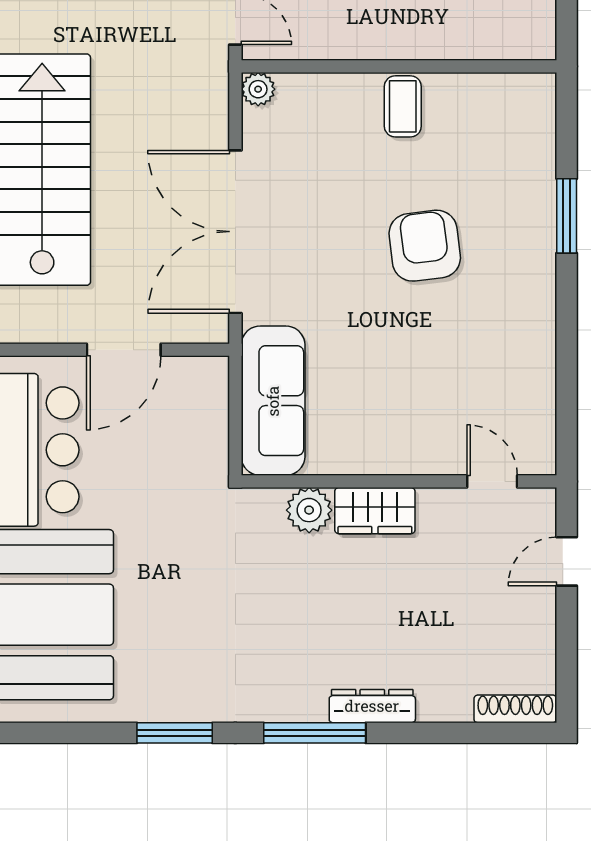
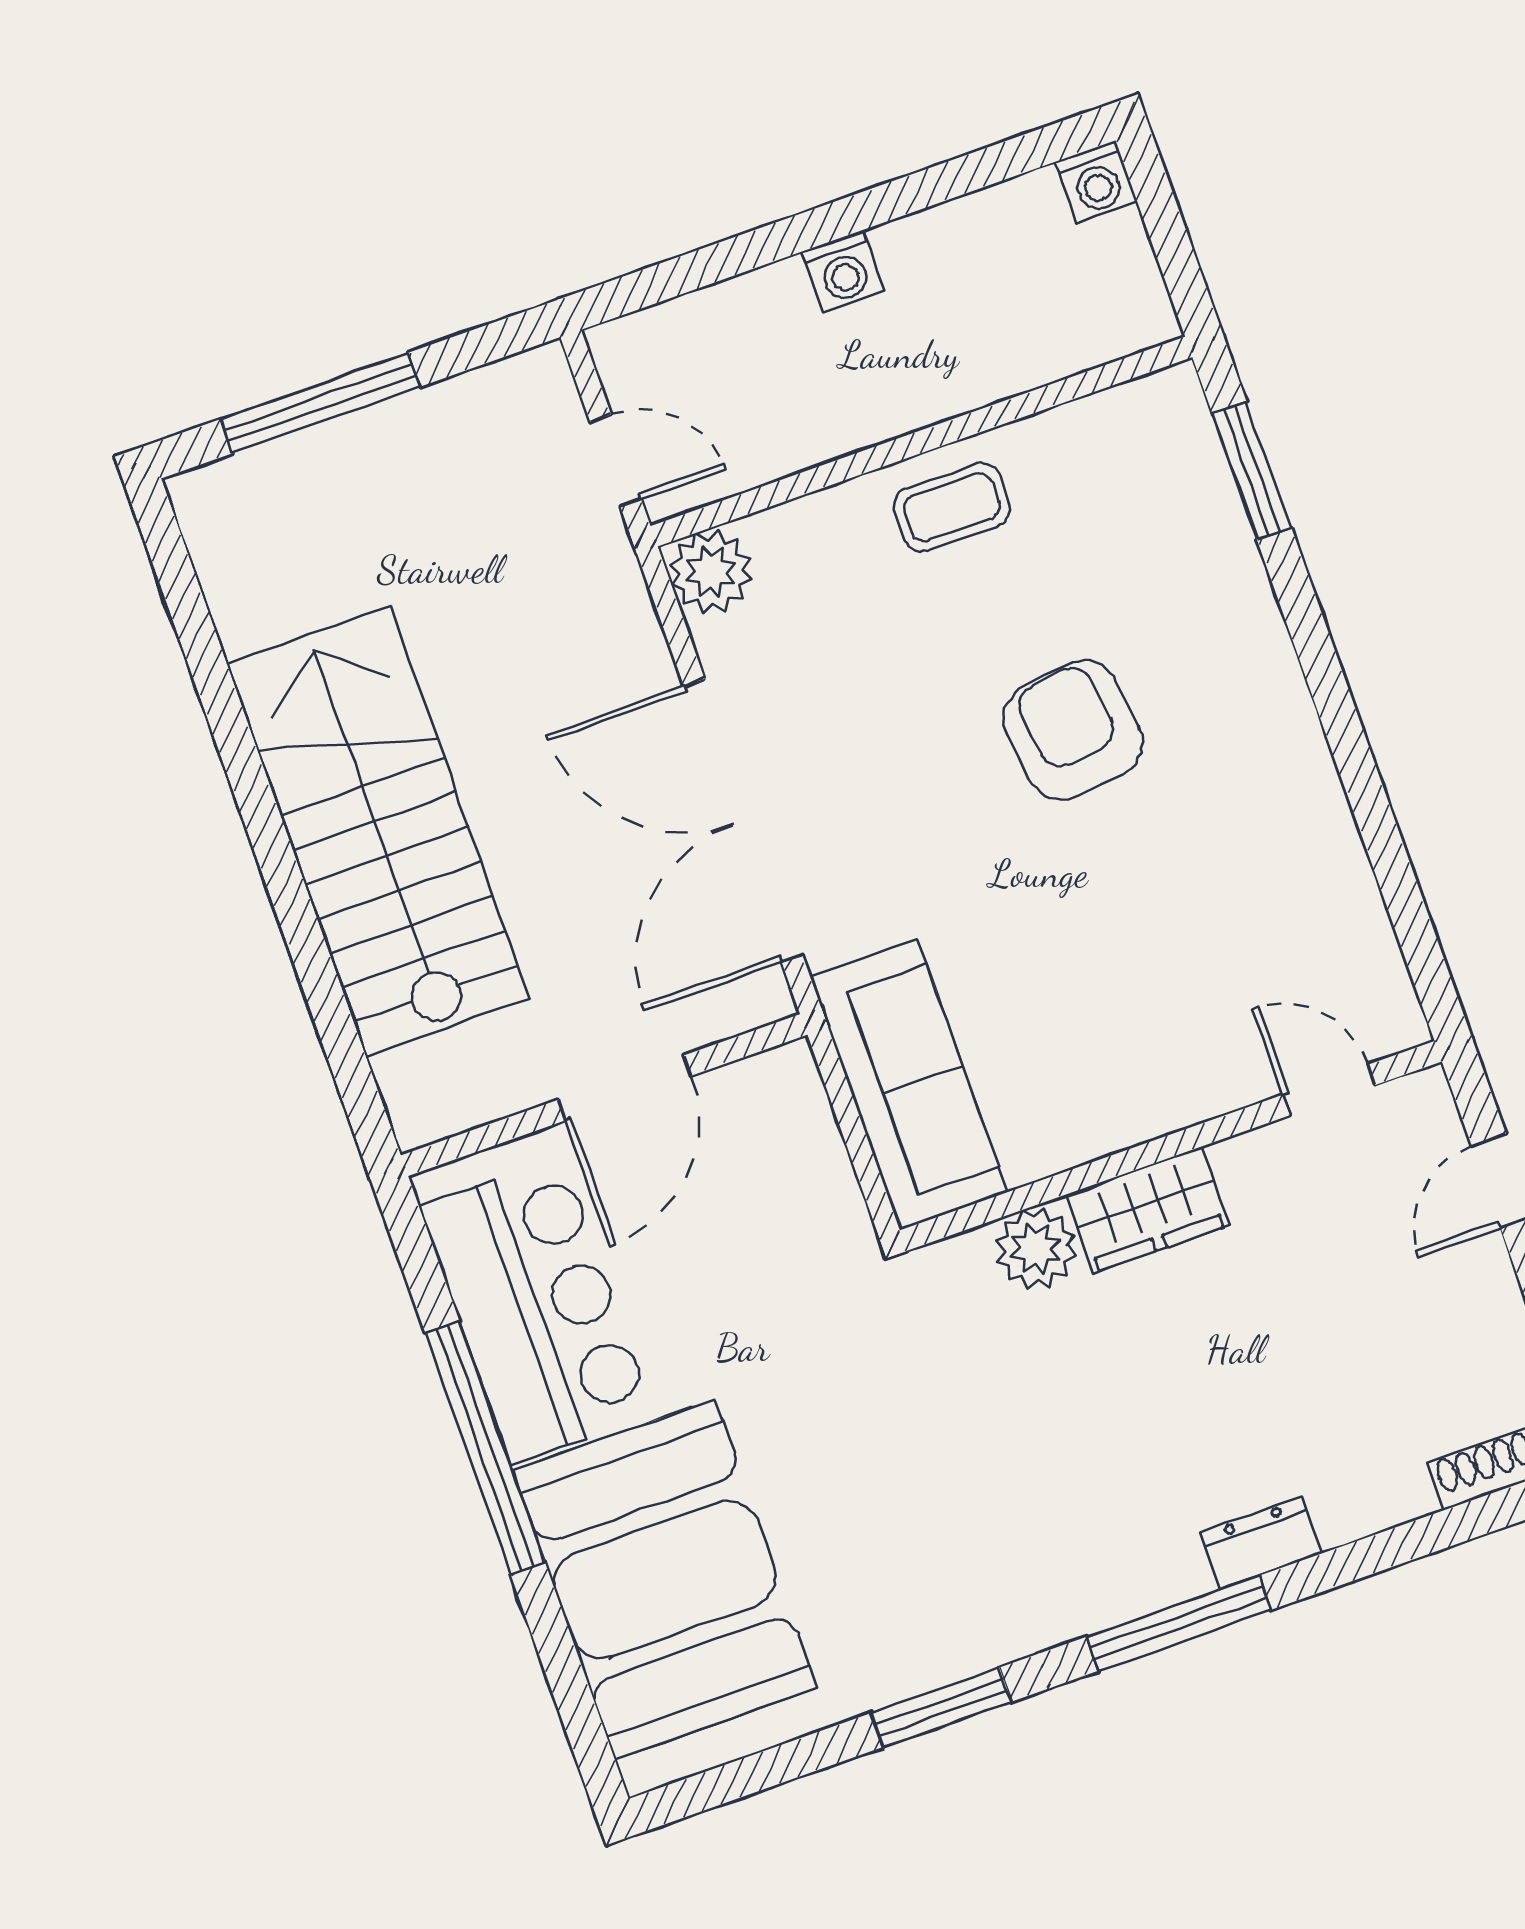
plant: (258, 89) -> (711, 572), width x1.38, depth x1.38
coffee table: (403, 106) -> (952, 507), turned 90
window: (567, 216) -> (1252, 471), moved
dresser: (372, 706) -> (1261, 1543), width x0.70

